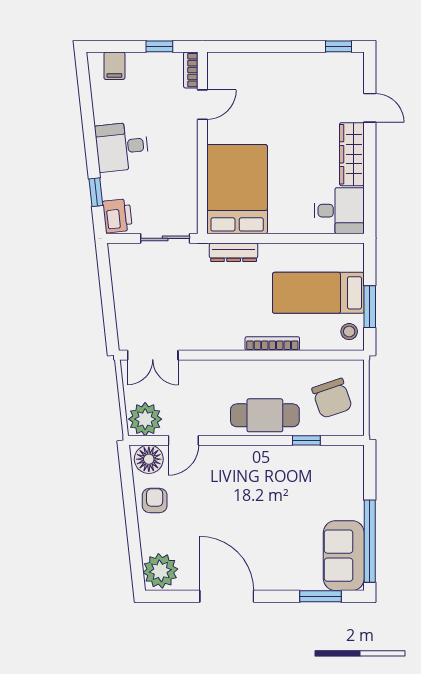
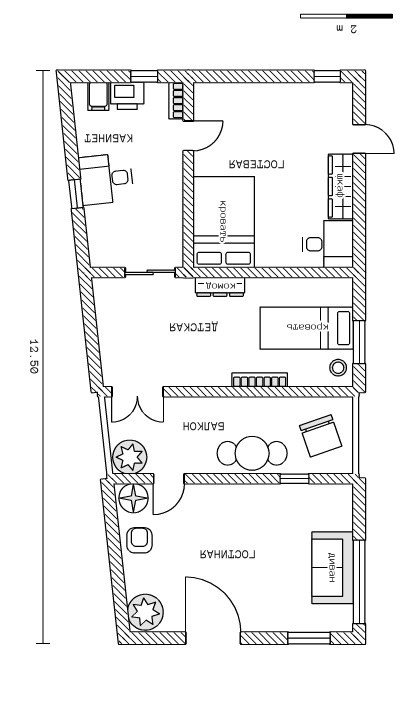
window: (96, 192) -> (76, 194), moved
printer: (118, 216) -> (127, 96), moved, turned 96
sofa: (344, 556) -> (333, 568), moved

